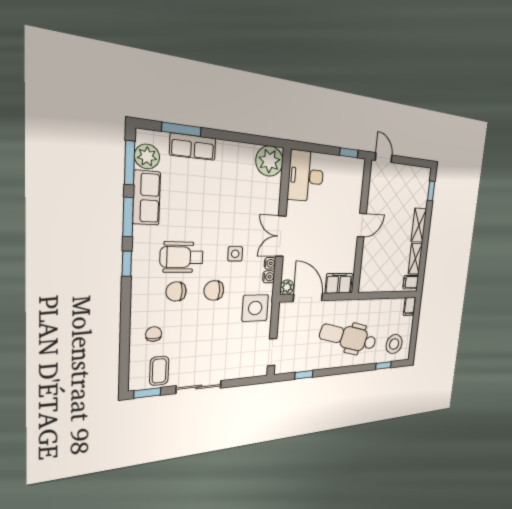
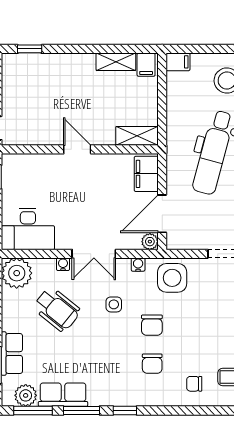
shelving: (419, 225) -> (137, 136), moved
wheelchair: (182, 257) -> (57, 309), moved, turned -51
water cooler: (270, 263) -> (63, 264), moved

